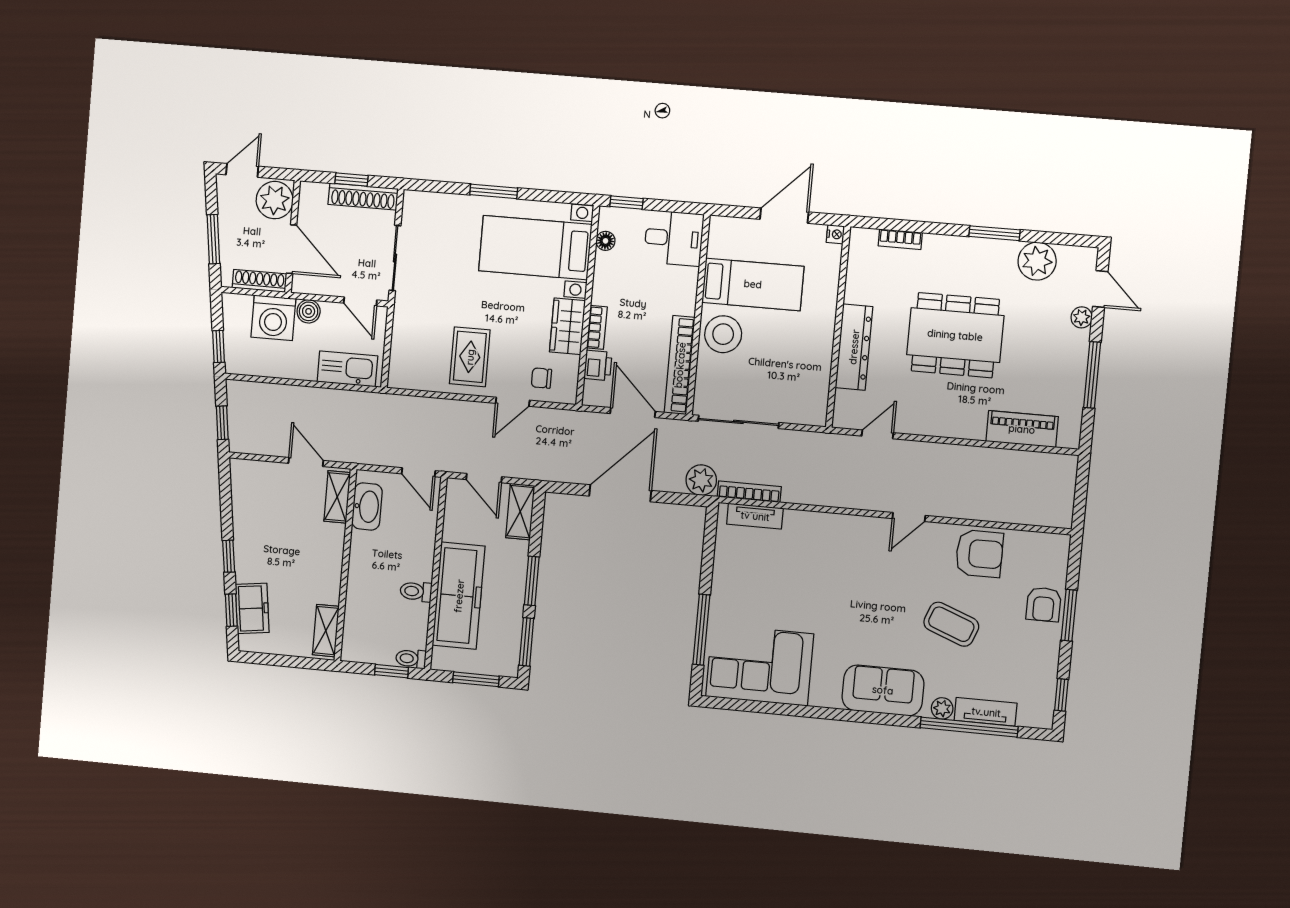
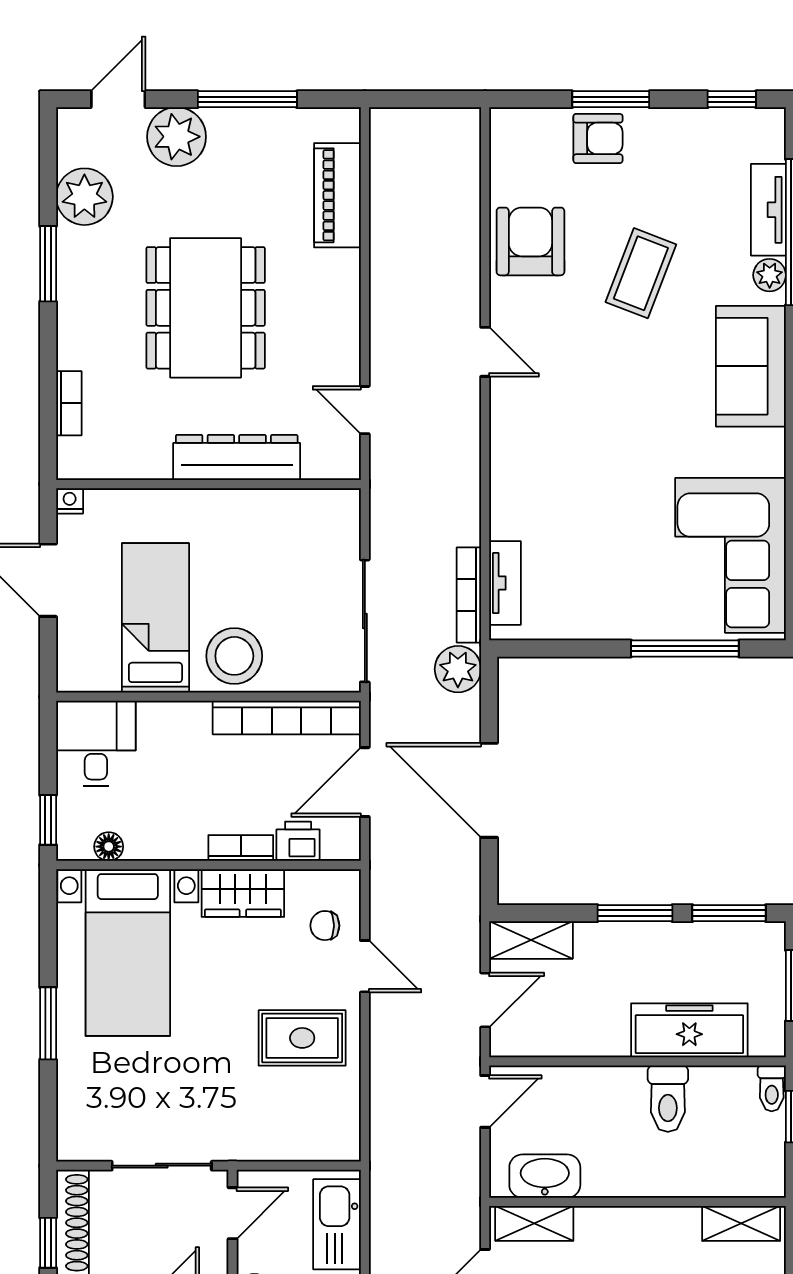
plant: (1082, 317) -> (177, 137), width x1.87, depth x1.87
chair: (541, 378) -> (325, 926), turned 90
toilet: (416, 591) -> (668, 1099), width x1.37, depth x1.39
freezer: (459, 596) -> (689, 1030), width x0.73, depth x0.79

